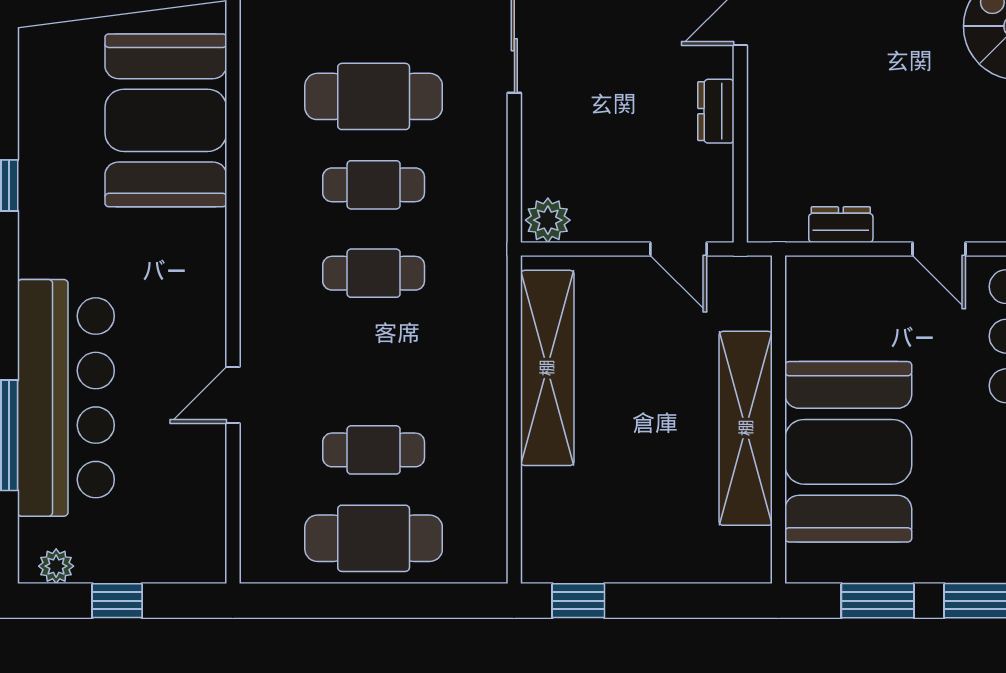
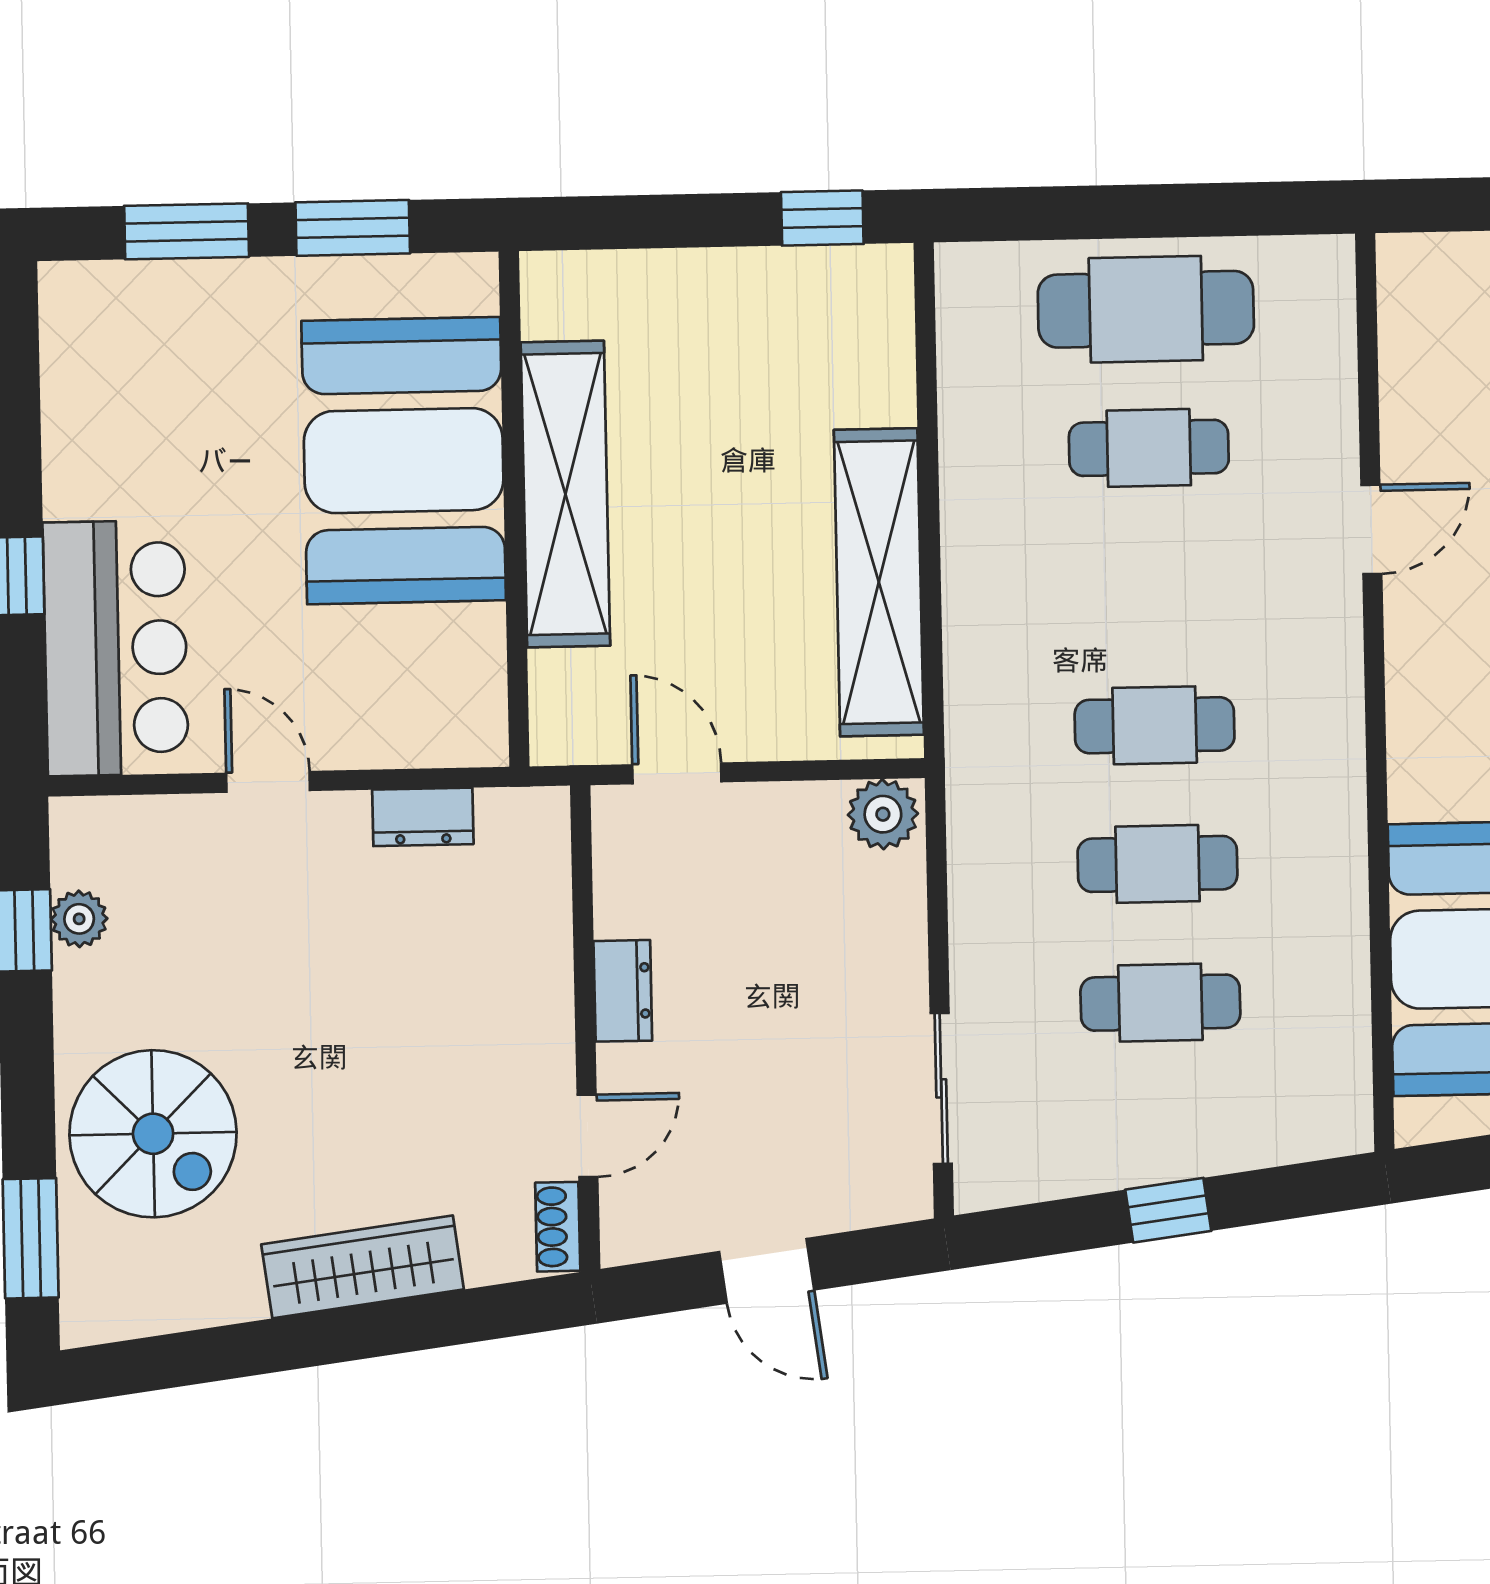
cafe table: (374, 96) -> (1160, 1003), width x0.73, depth x0.74

